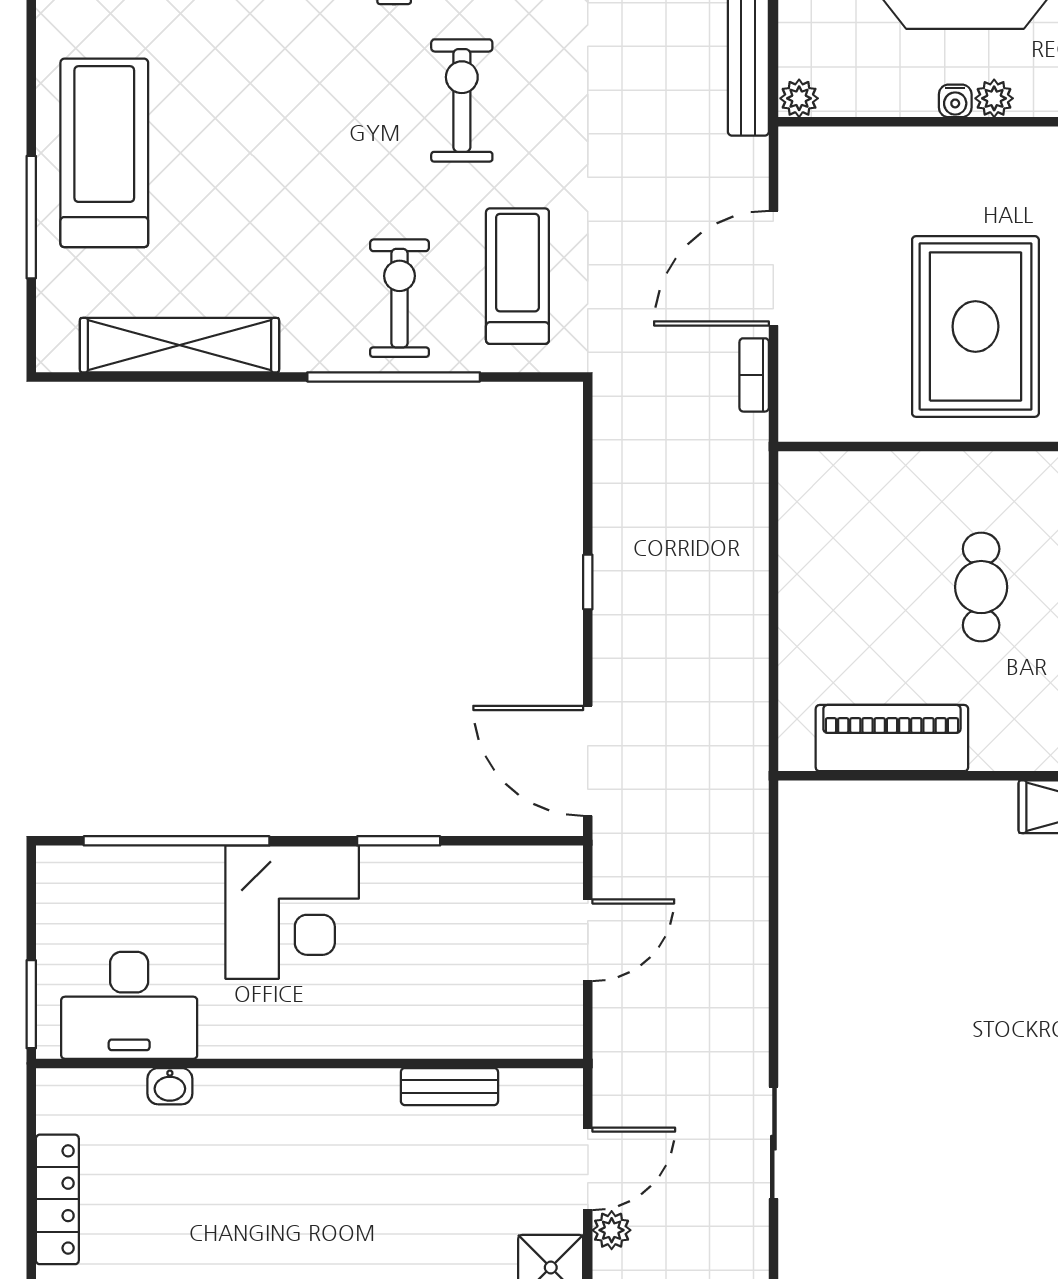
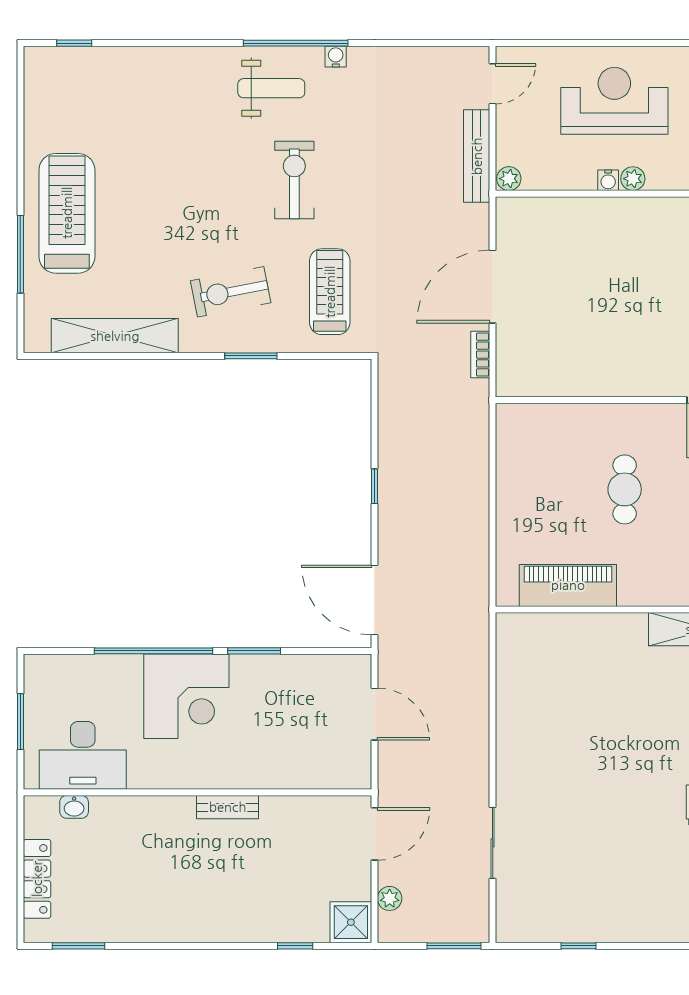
exercise bike: (399, 298) -> (231, 292), moved, turned -101
rug: (975, 326) -> (621, 324), removed
window: (394, 377) -> (251, 356), width x0.47
window: (177, 841) -> (154, 651), moved
door: (588, 940) -> (374, 714), hinge flipped
window: (31, 1004) -> (20, 722), moved
washbasin: (170, 1086) -> (74, 807), moved
bench: (449, 1087) -> (228, 807), moved
door: (588, 1169) -> (374, 834), moved

